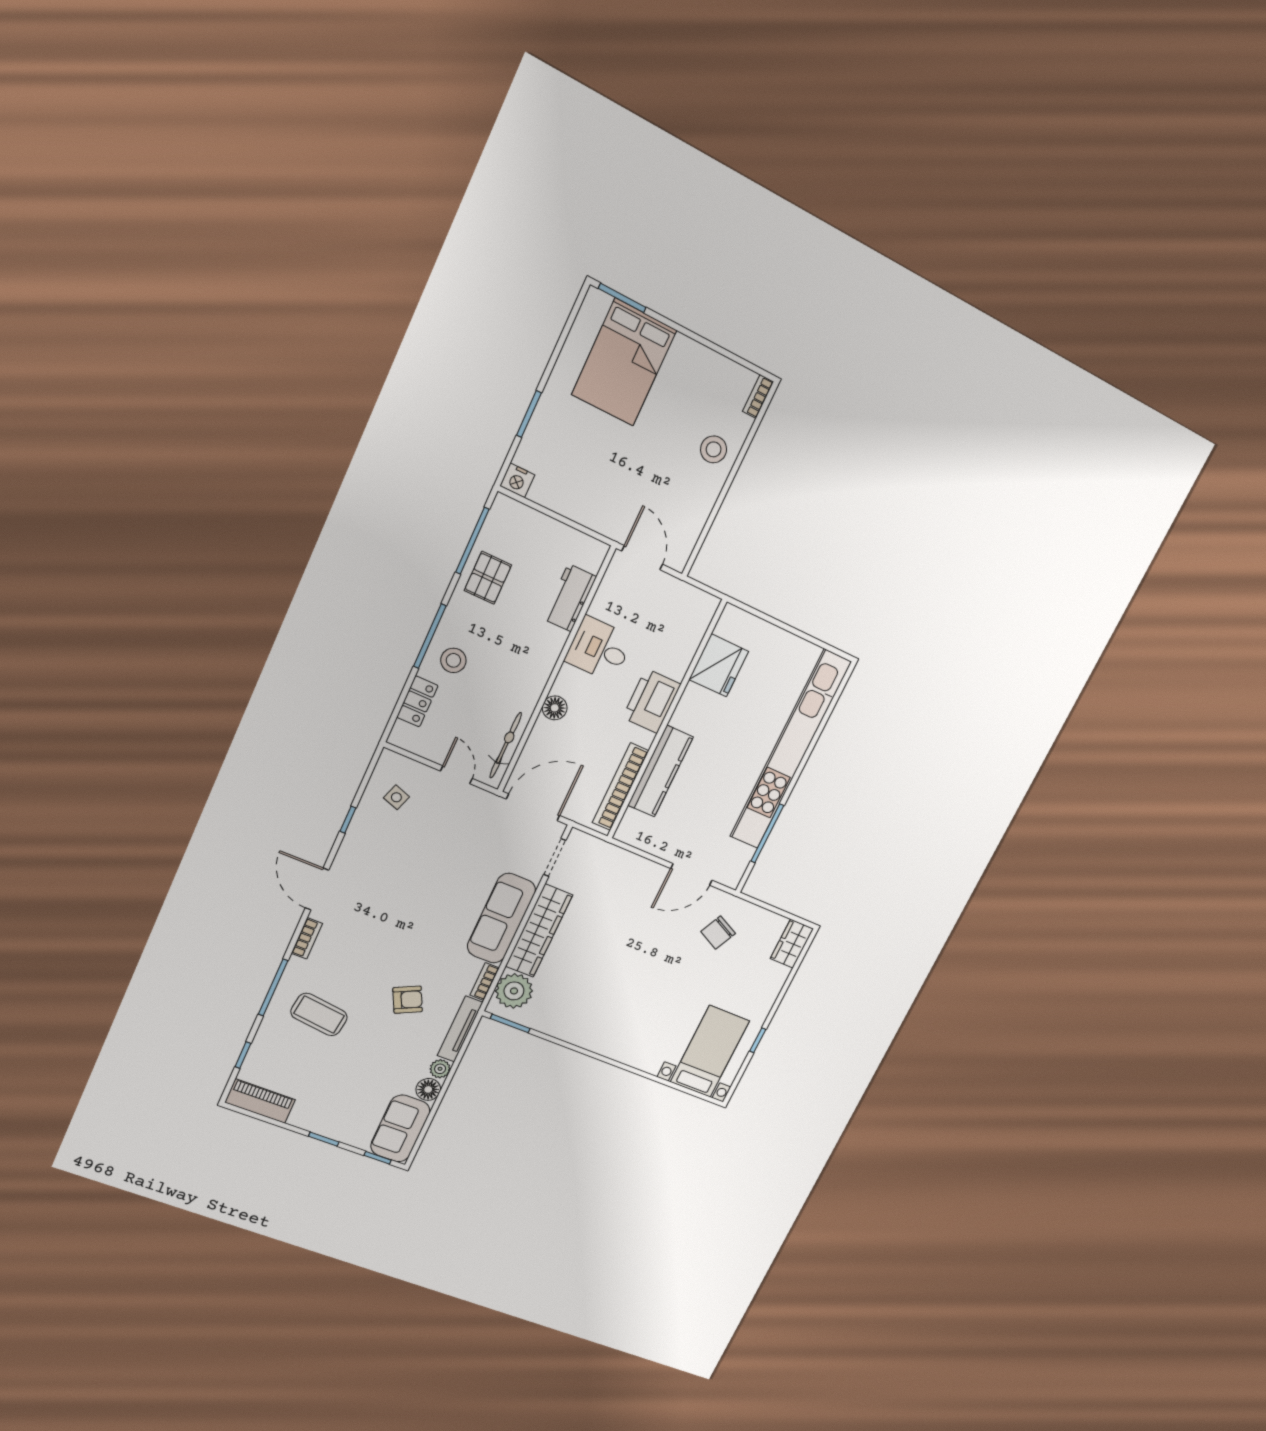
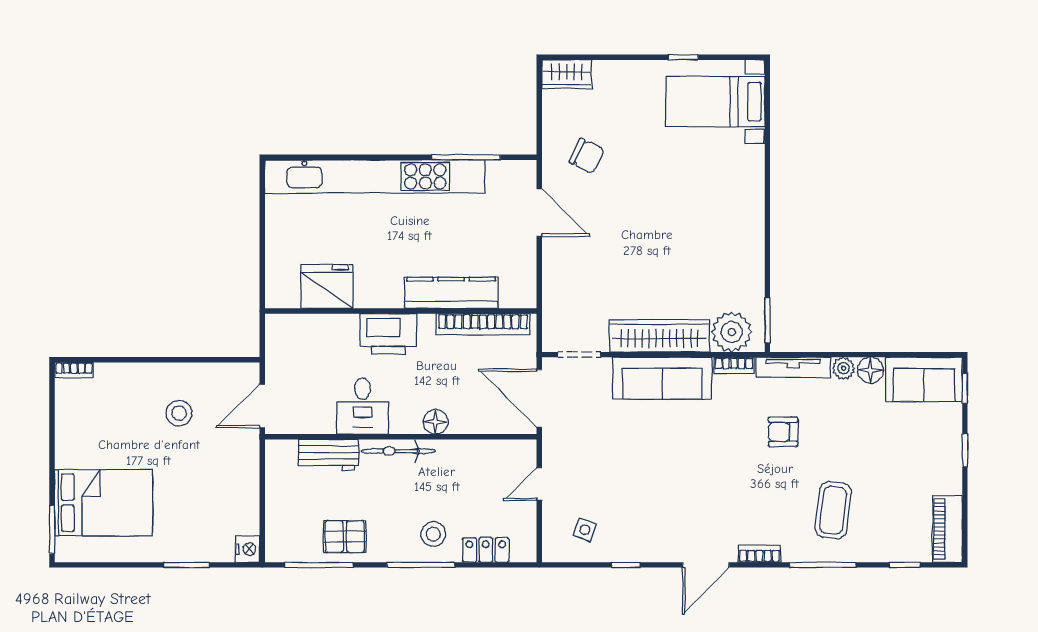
stool: (714, 449) -> (179, 413), moved
bicycle: (506, 745) -> (398, 451), moved
armchair: (408, 1000) -> (783, 432), turned -64

